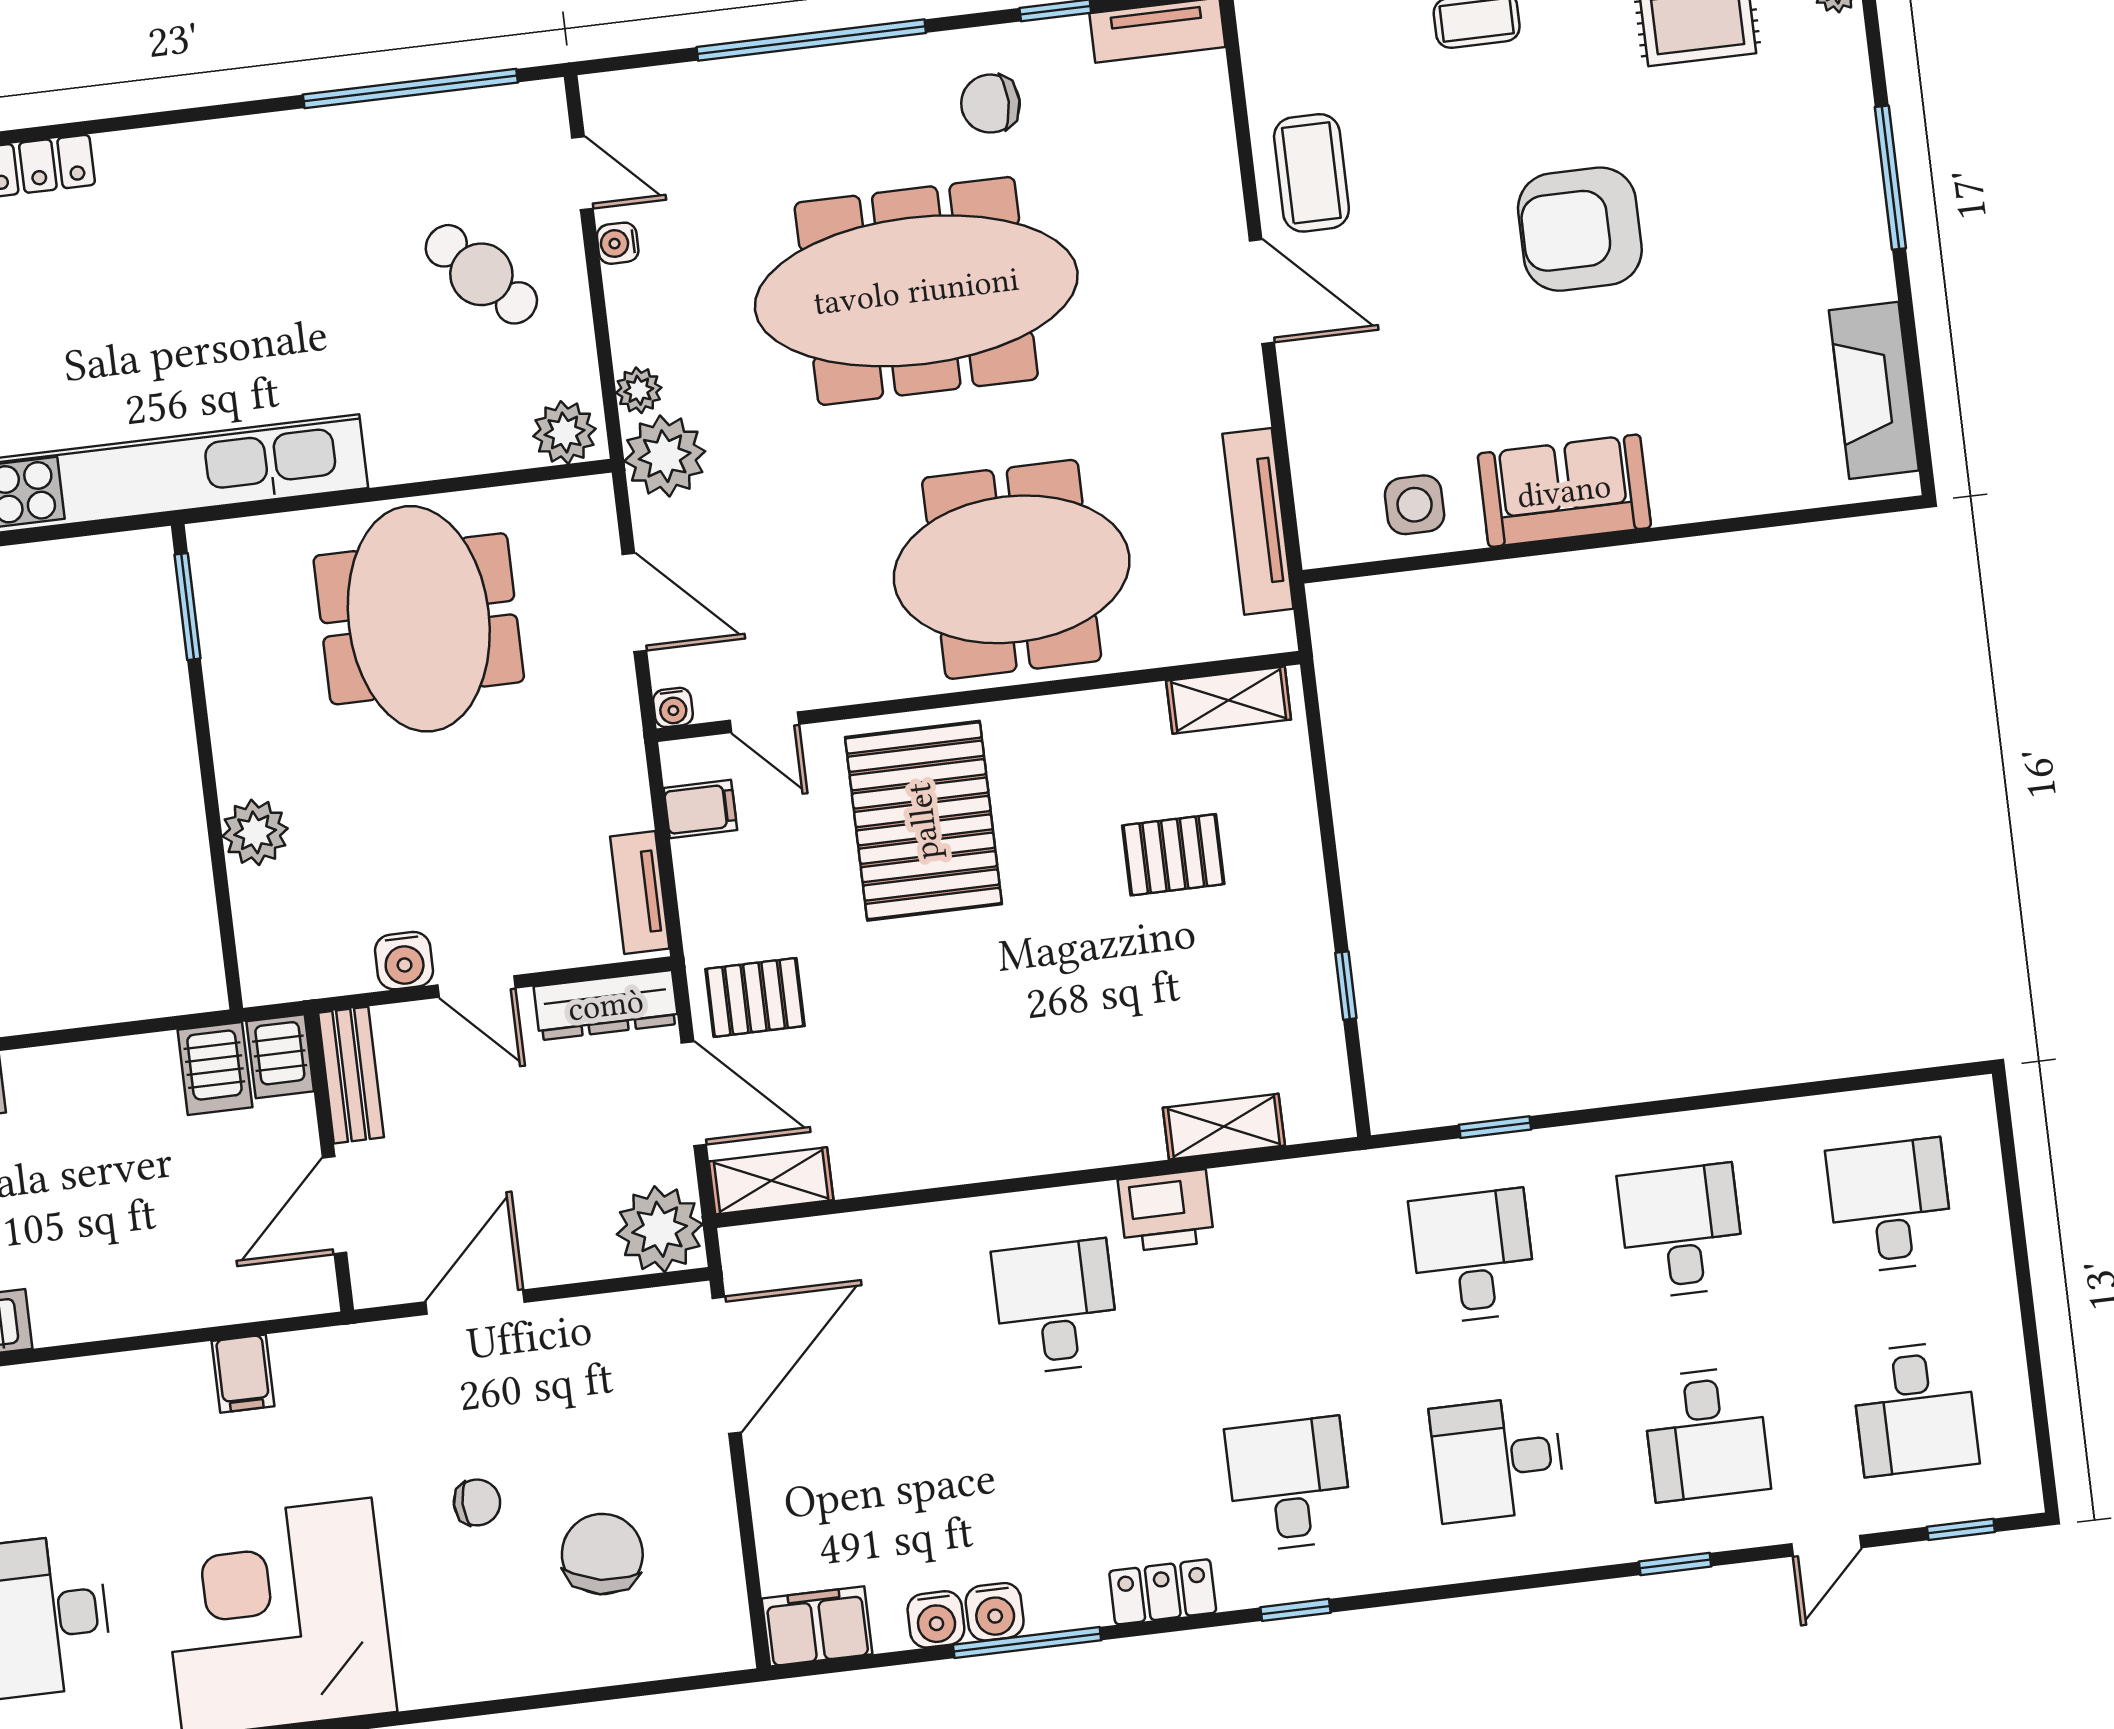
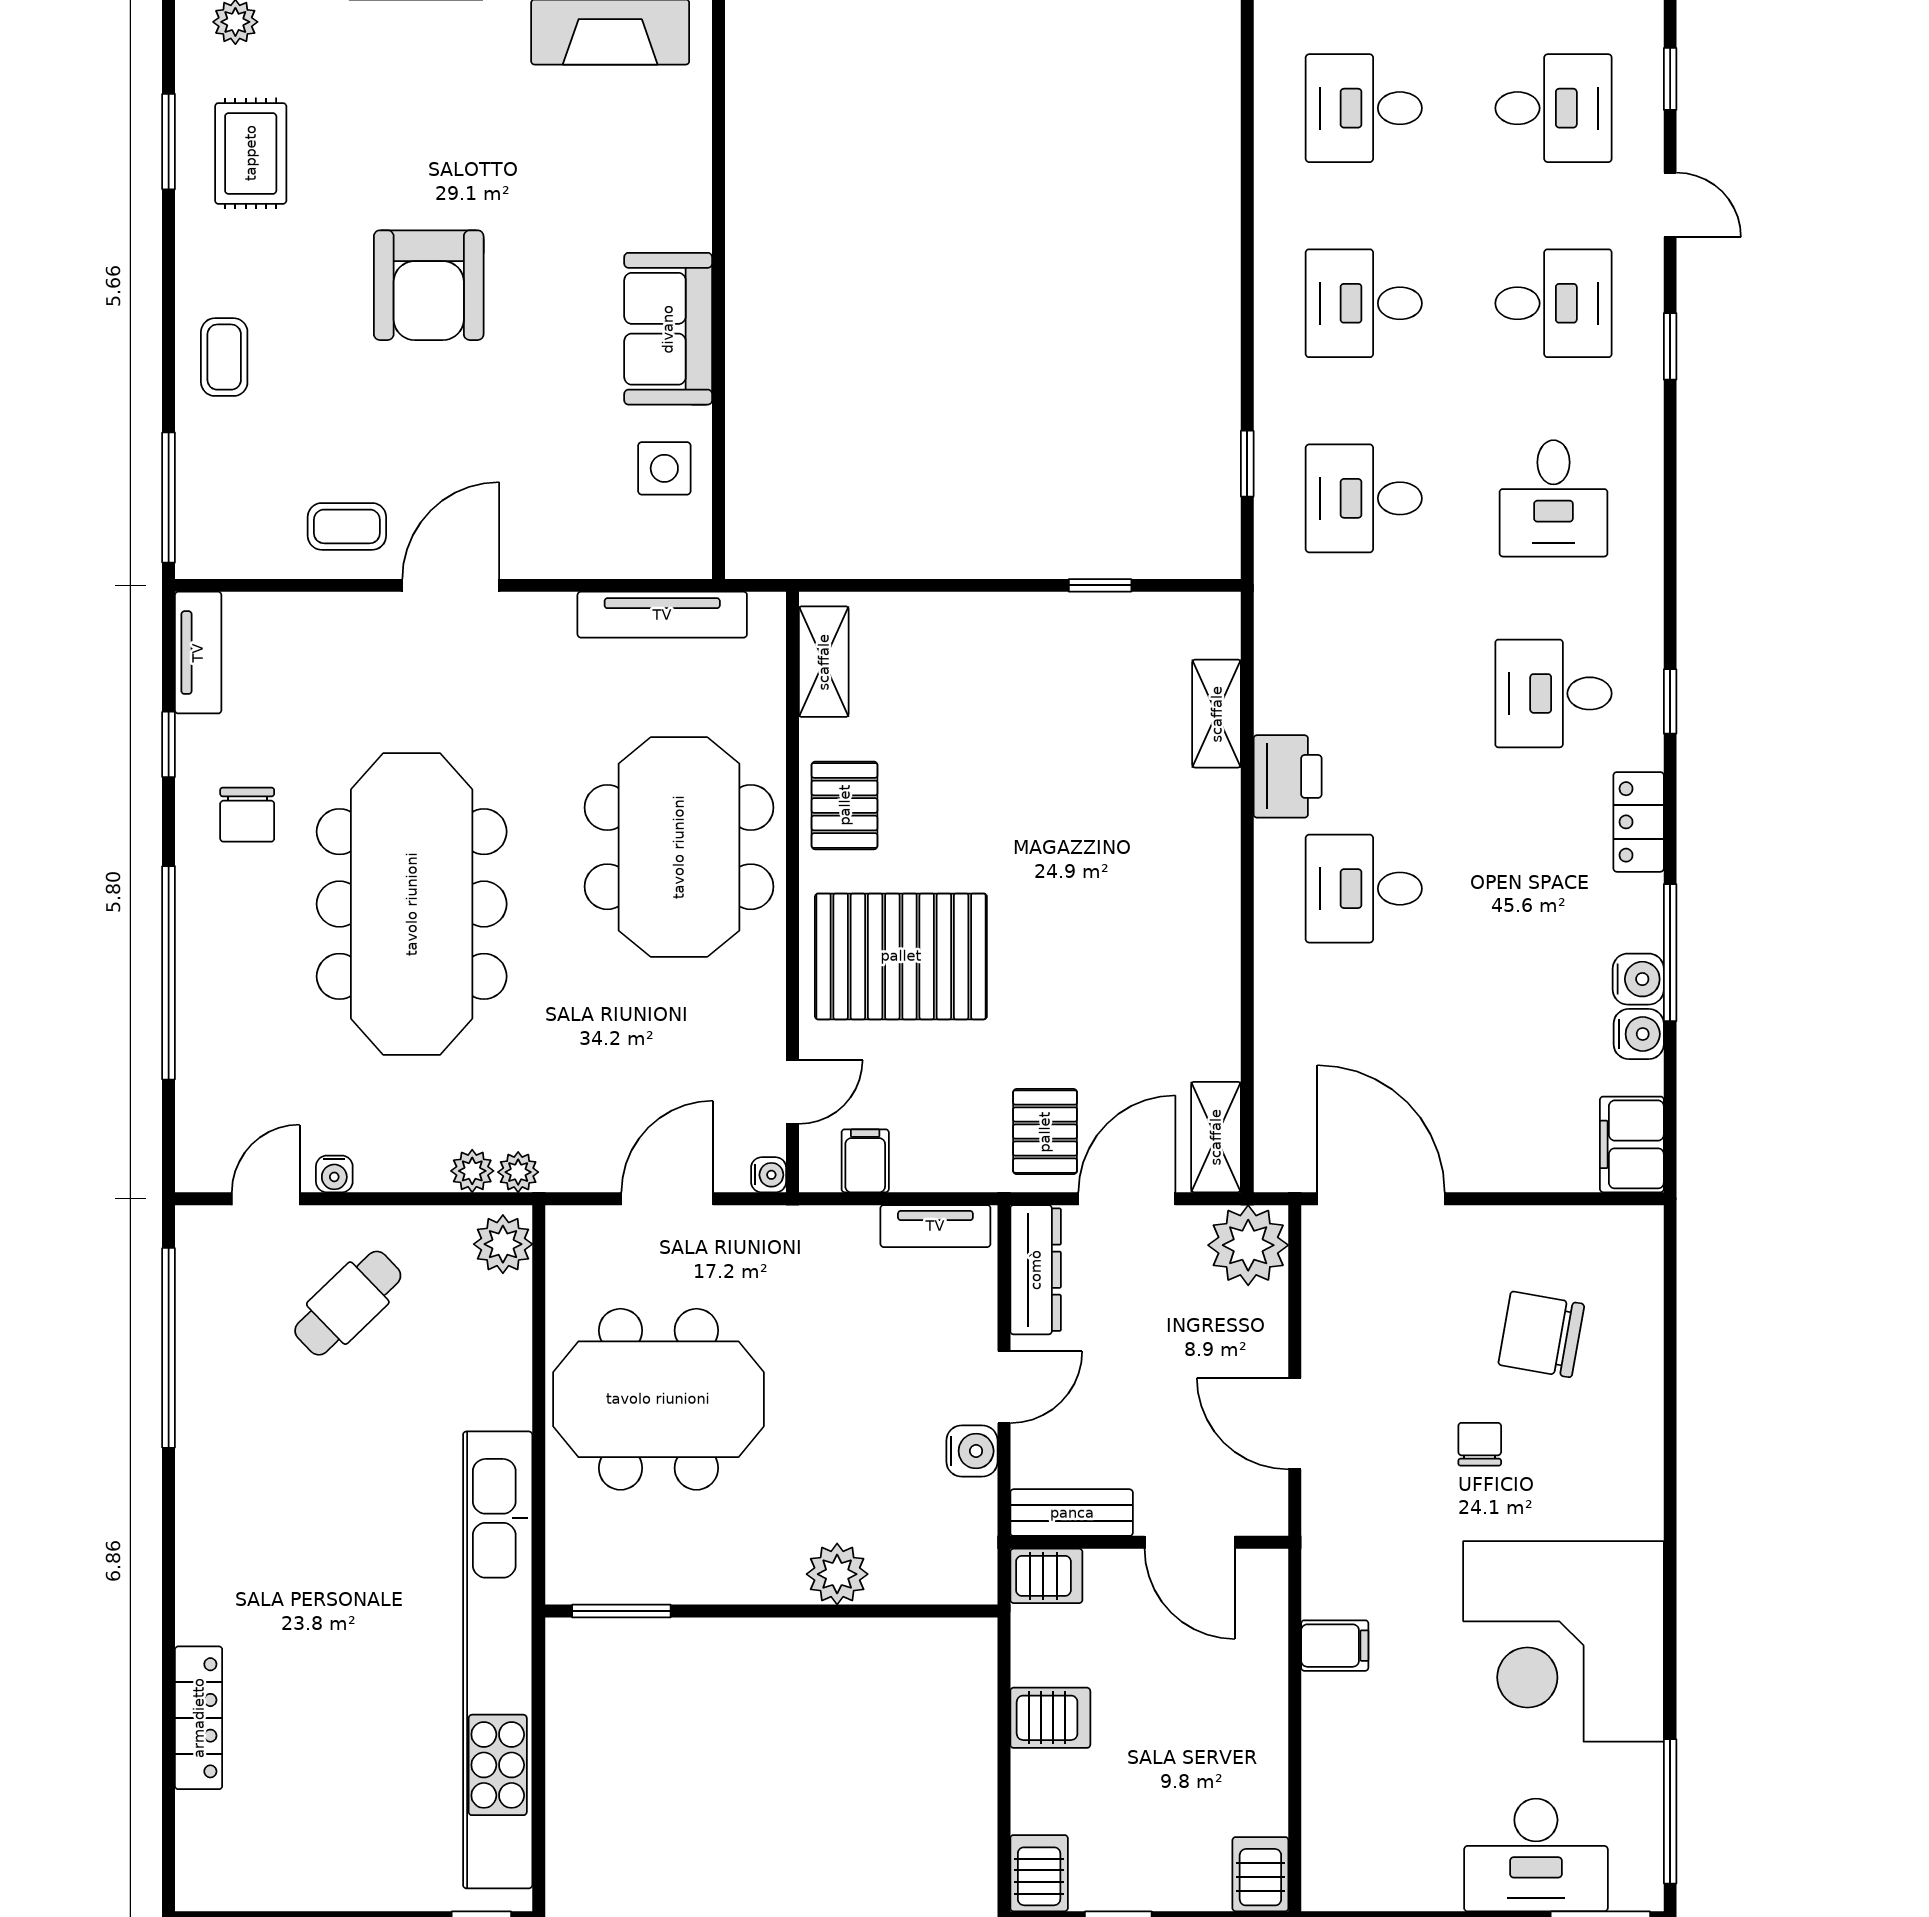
coffee table: (1311, 173) -> (347, 526), width x0.73, depth x0.77
plant: (665, 456) -> (518, 1172), width x0.53, depth x0.53
pallet: (1173, 855) -> (845, 805), moved
server rack: (215, 1068) -> (1050, 1718), moved

